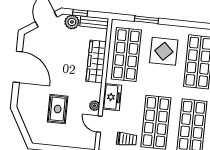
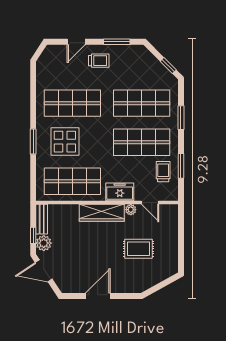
window: (146, 20) -> (33, 142), moved
wardrobe: (96, 61) -> (102, 213), moved
door: (18, 67) -> (98, 296), width x0.73
door: (99, 124) -> (150, 203), hinge flipped

